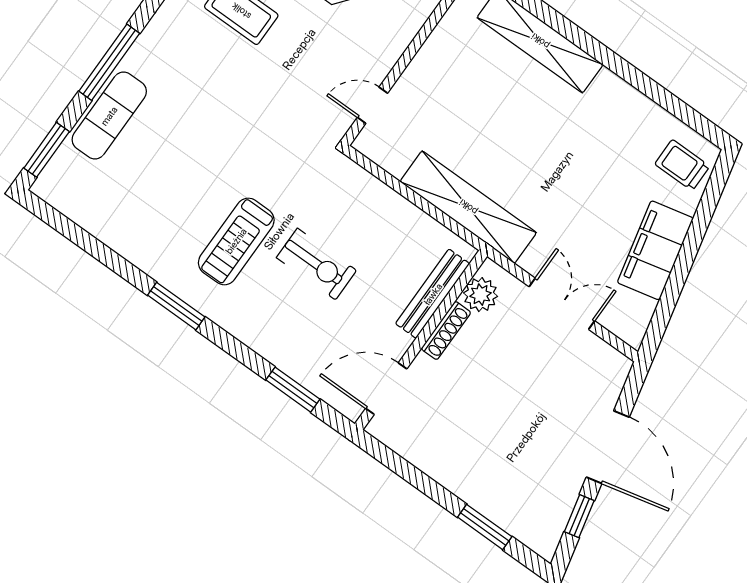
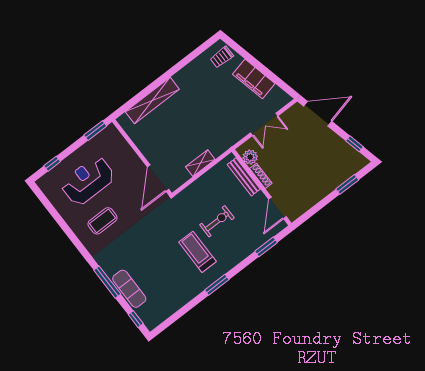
door: (372, 105) -> (158, 178), width x1.87
window: (47, 150) -> (136, 319), width x0.67
shelving: (468, 207) -> (200, 163), width x0.45, depth x0.75
treadmill: (236, 241) -> (197, 252), turned 180
double door: (562, 304) -> (264, 124), swing flipped
door: (608, 447) -> (318, 114), moved

